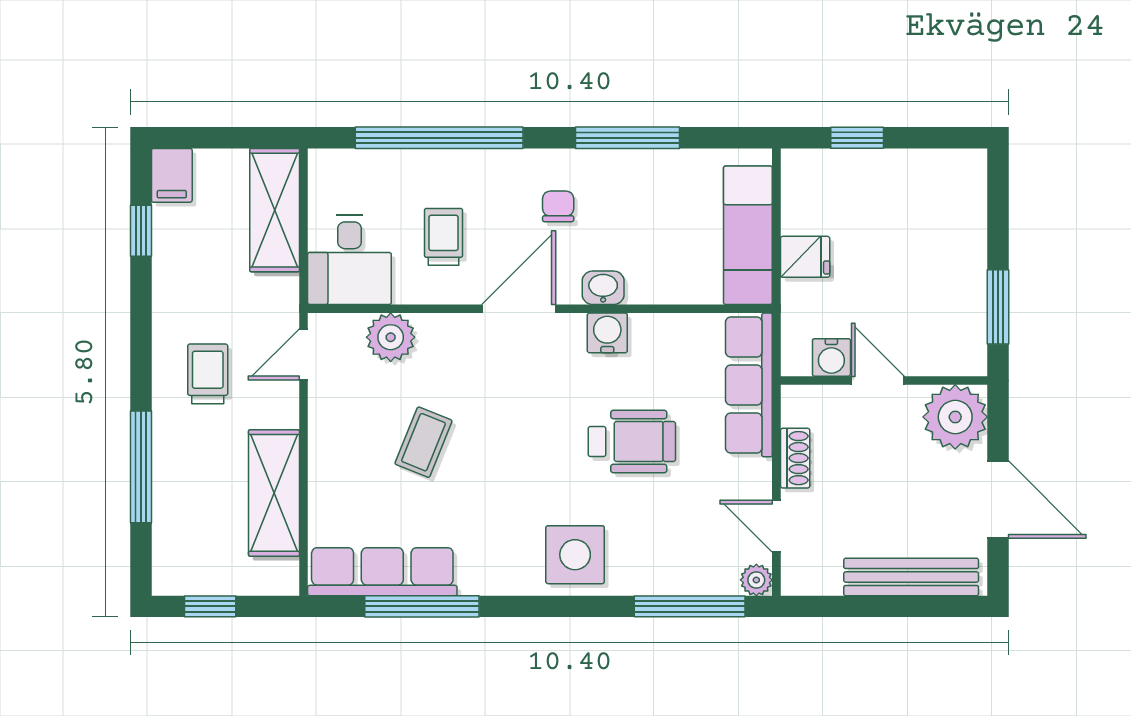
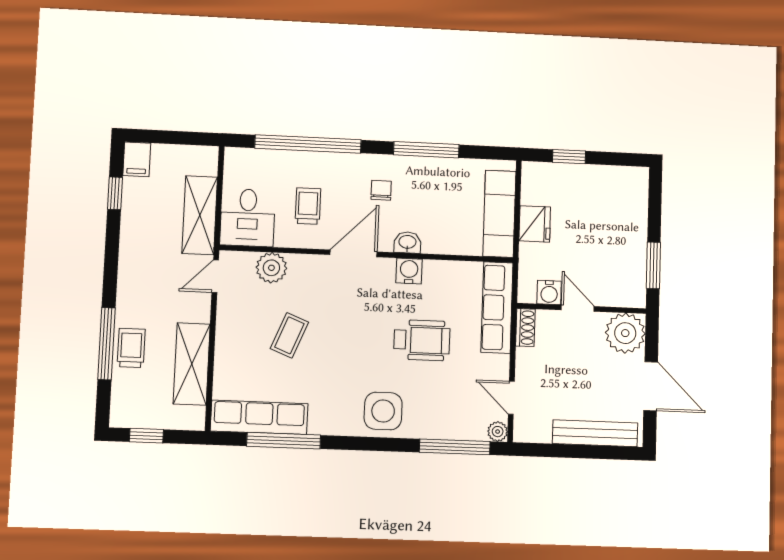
shelving: (275, 210) -> (200, 215), moved
fridge: (805, 257) -> (535, 224), width x1.38
trolley: (208, 374) -> (131, 348), moved
shoe rack: (795, 458) -> (525, 327), moved

